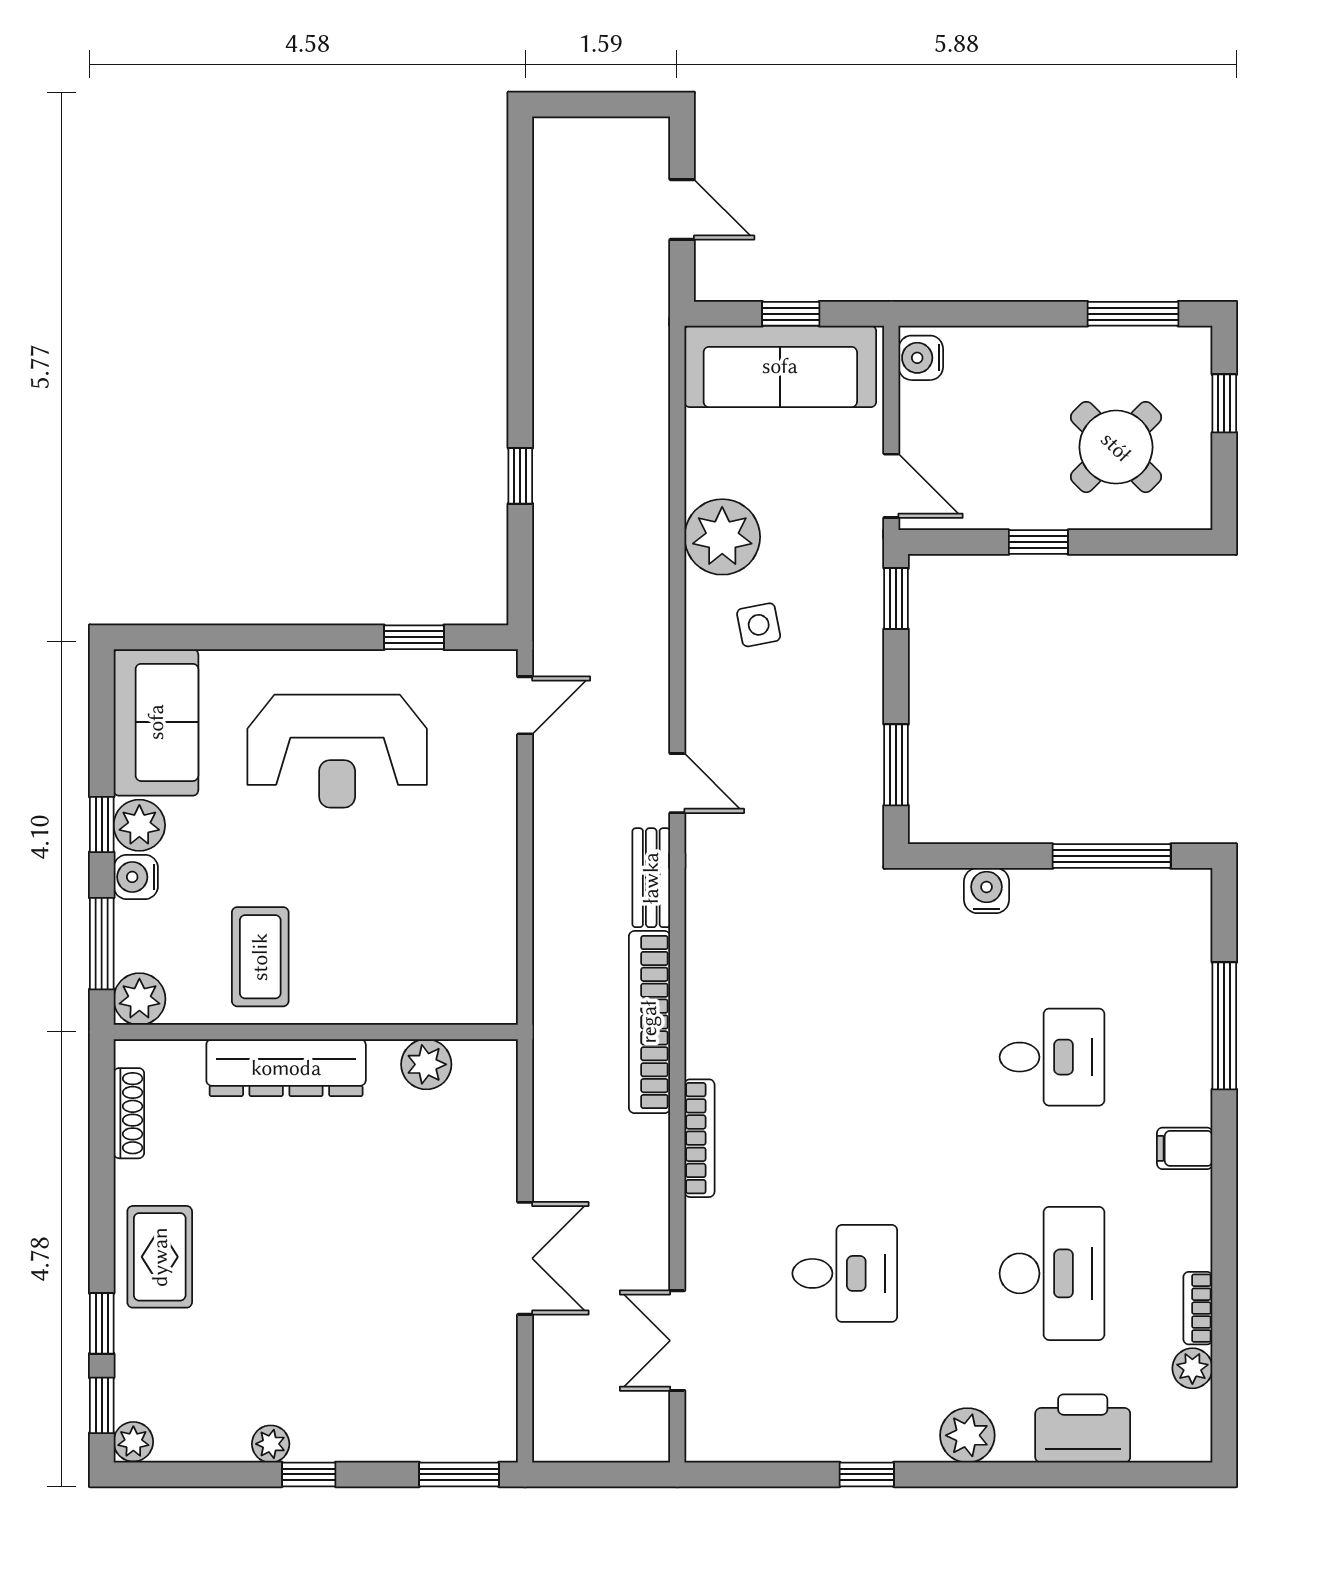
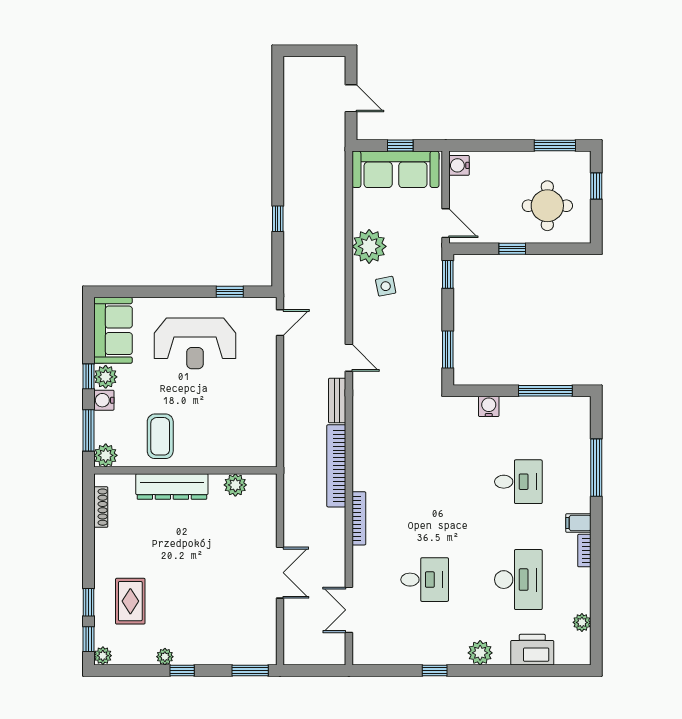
round table: (1116, 447) -> (547, 206), turned 45
rug: (160, 1257) -> (130, 601), moved
bookcase: (1198, 1308) -> (584, 551), moved

